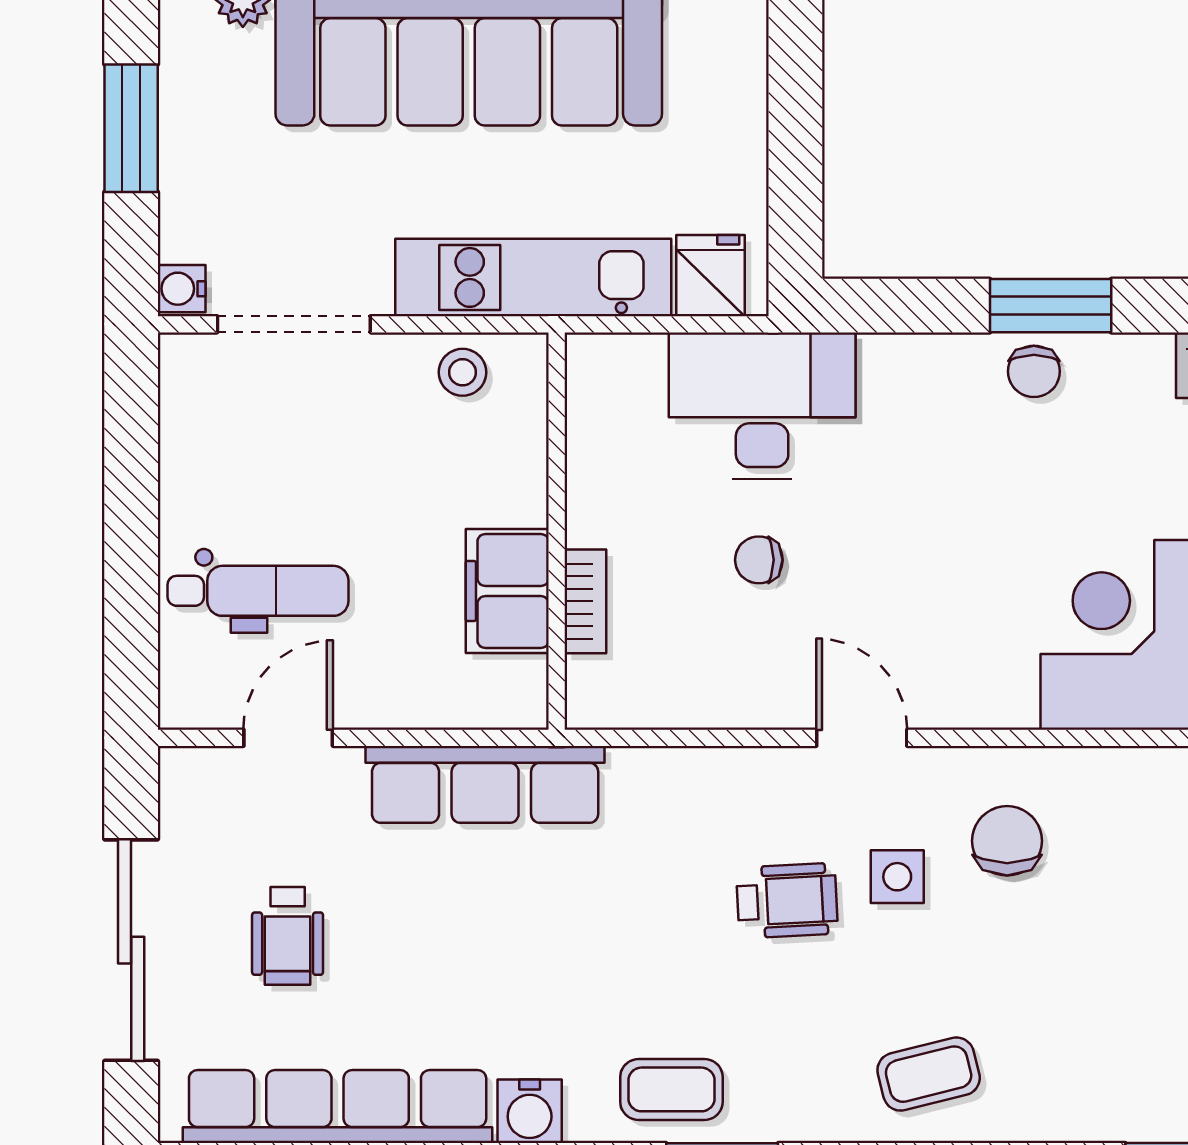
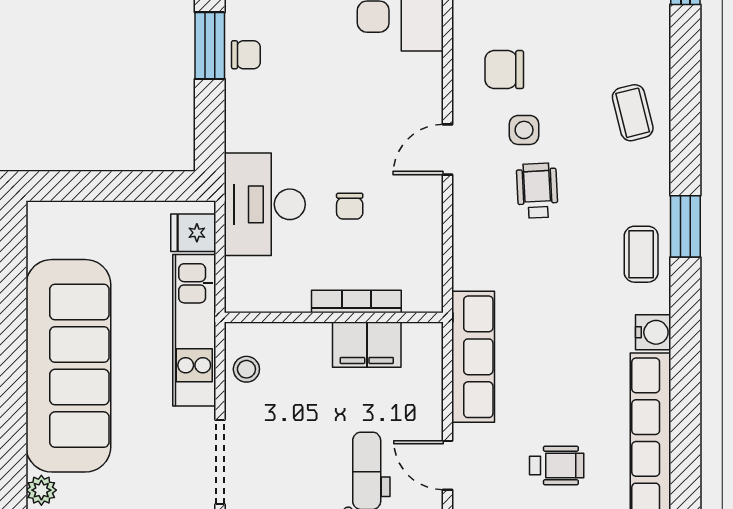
bookcase: (585, 601) -> (356, 302), width x1.56

